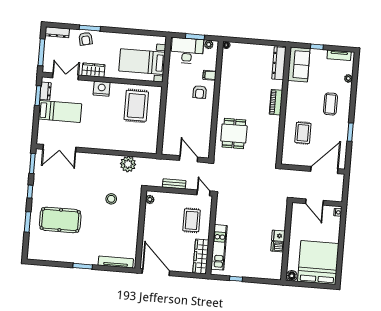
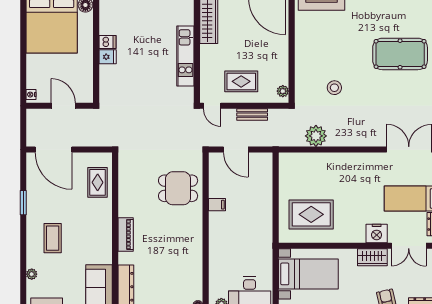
filing cabinet: (210, 75) -> (217, 205), moved
nightstand: (102, 89) -> (377, 233), moved
armchair: (200, 92) -> (228, 240), removed
rug: (136, 106) -> (311, 214), turned 90
dining table: (234, 133) -> (178, 188), turned 90
rug: (303, 133) -> (98, 182), moved
door: (324, 170) -> (54, 150), hinge flipped
rug: (192, 220) -> (241, 81), moved, turned 90
kitchen unit: (219, 247) -> (185, 56), moved

